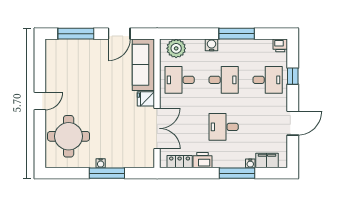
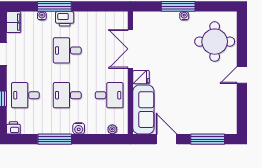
door: (119, 34) -> (167, 139), hinge flipped
plant: (176, 48) -> (112, 129), width x0.53, depth x0.53
desk: (224, 127) -> (67, 50), turned 180
printer: (202, 160) -> (65, 19), moved
filing cabinet: (267, 160) -> (14, 22), moved, turned -90
locker: (180, 162) -> (109, 17), removed

